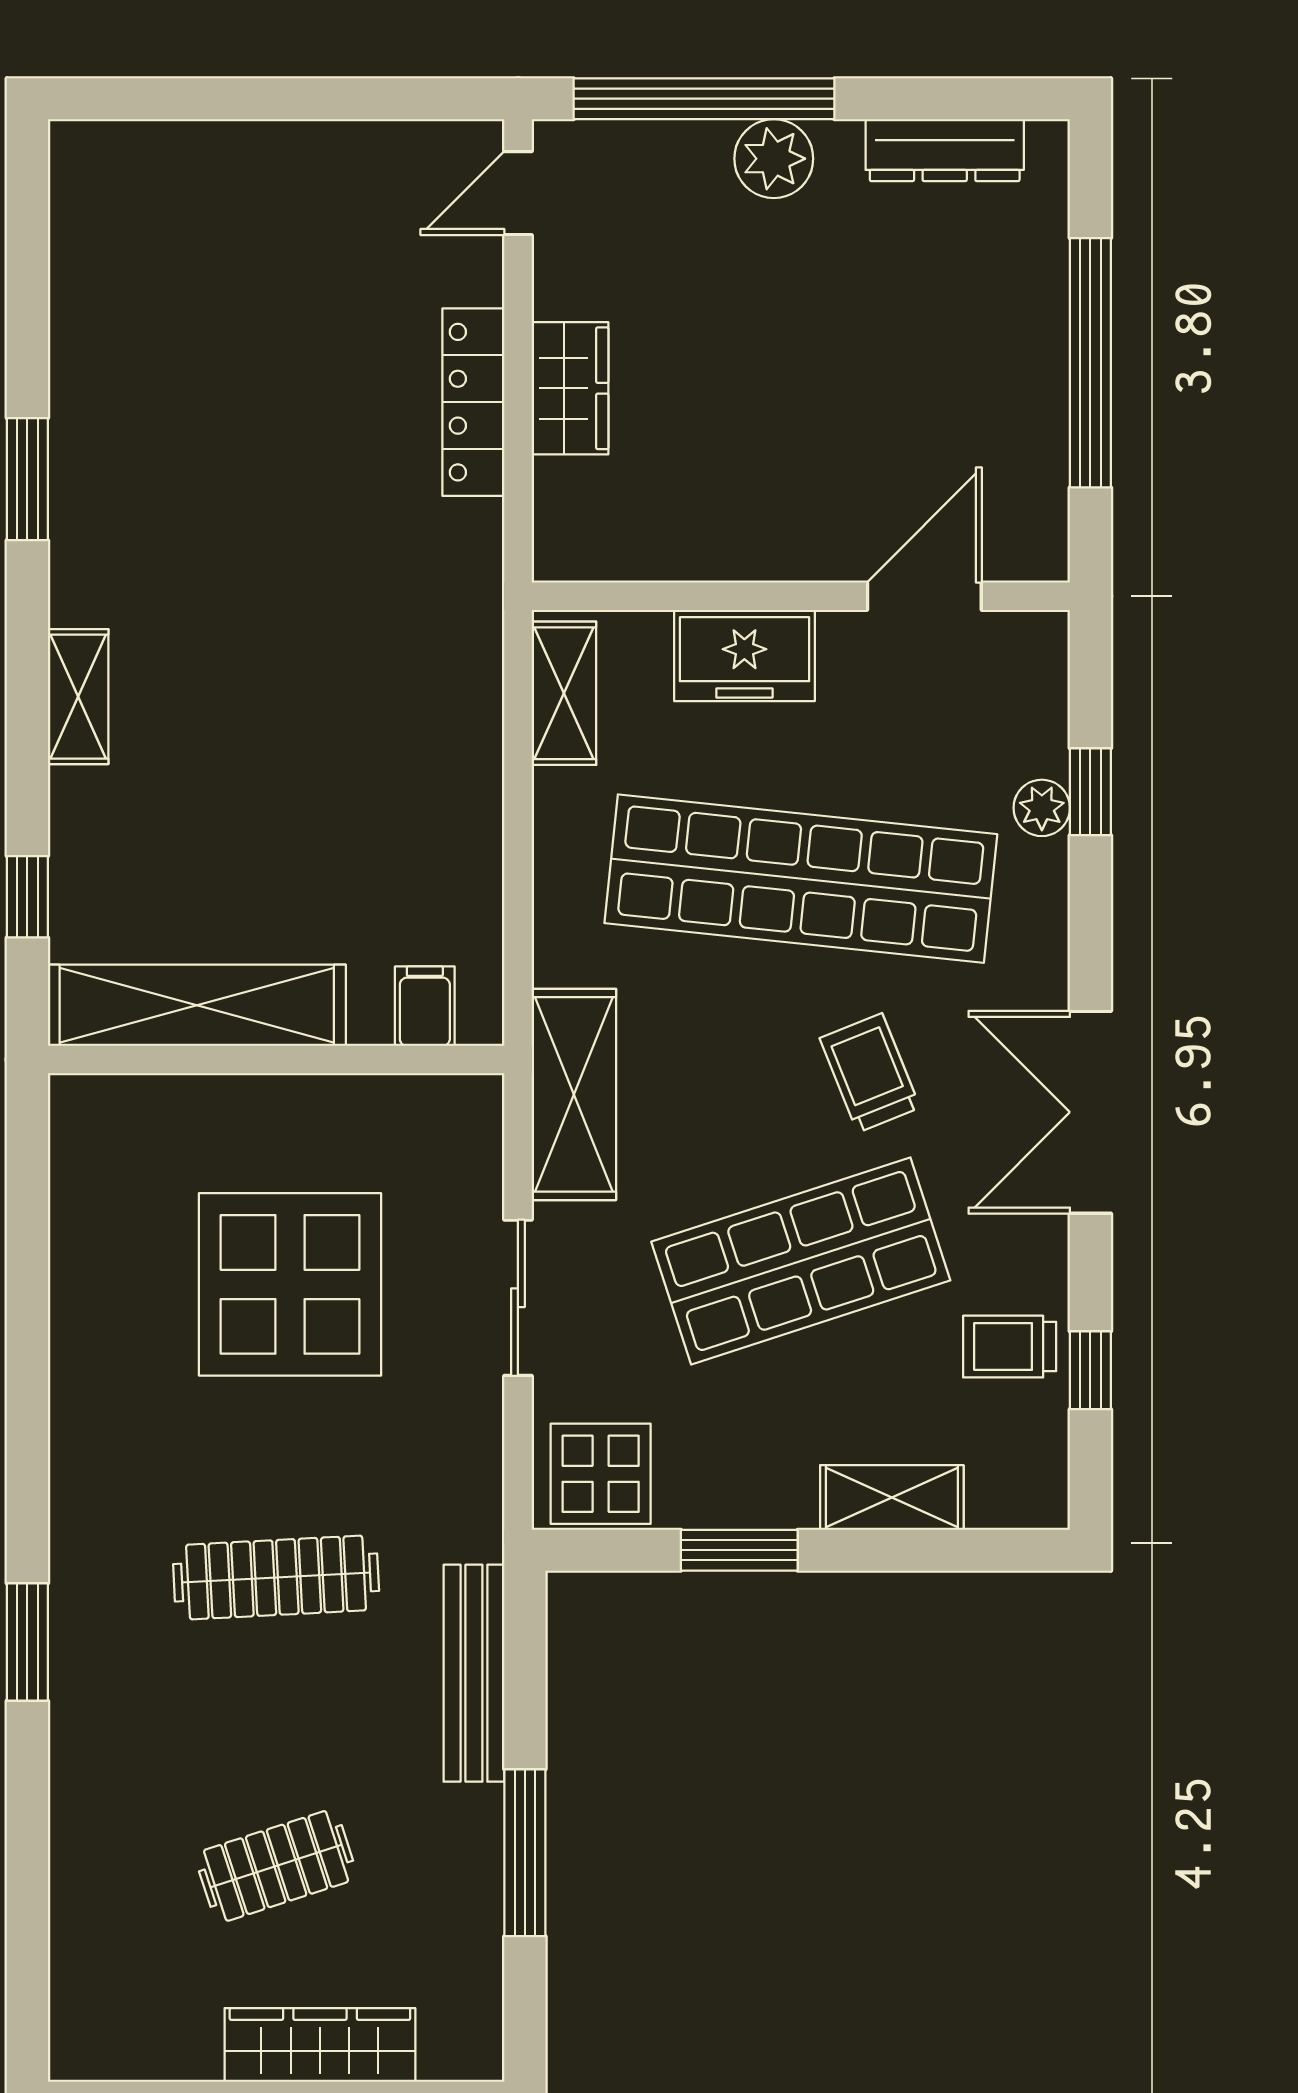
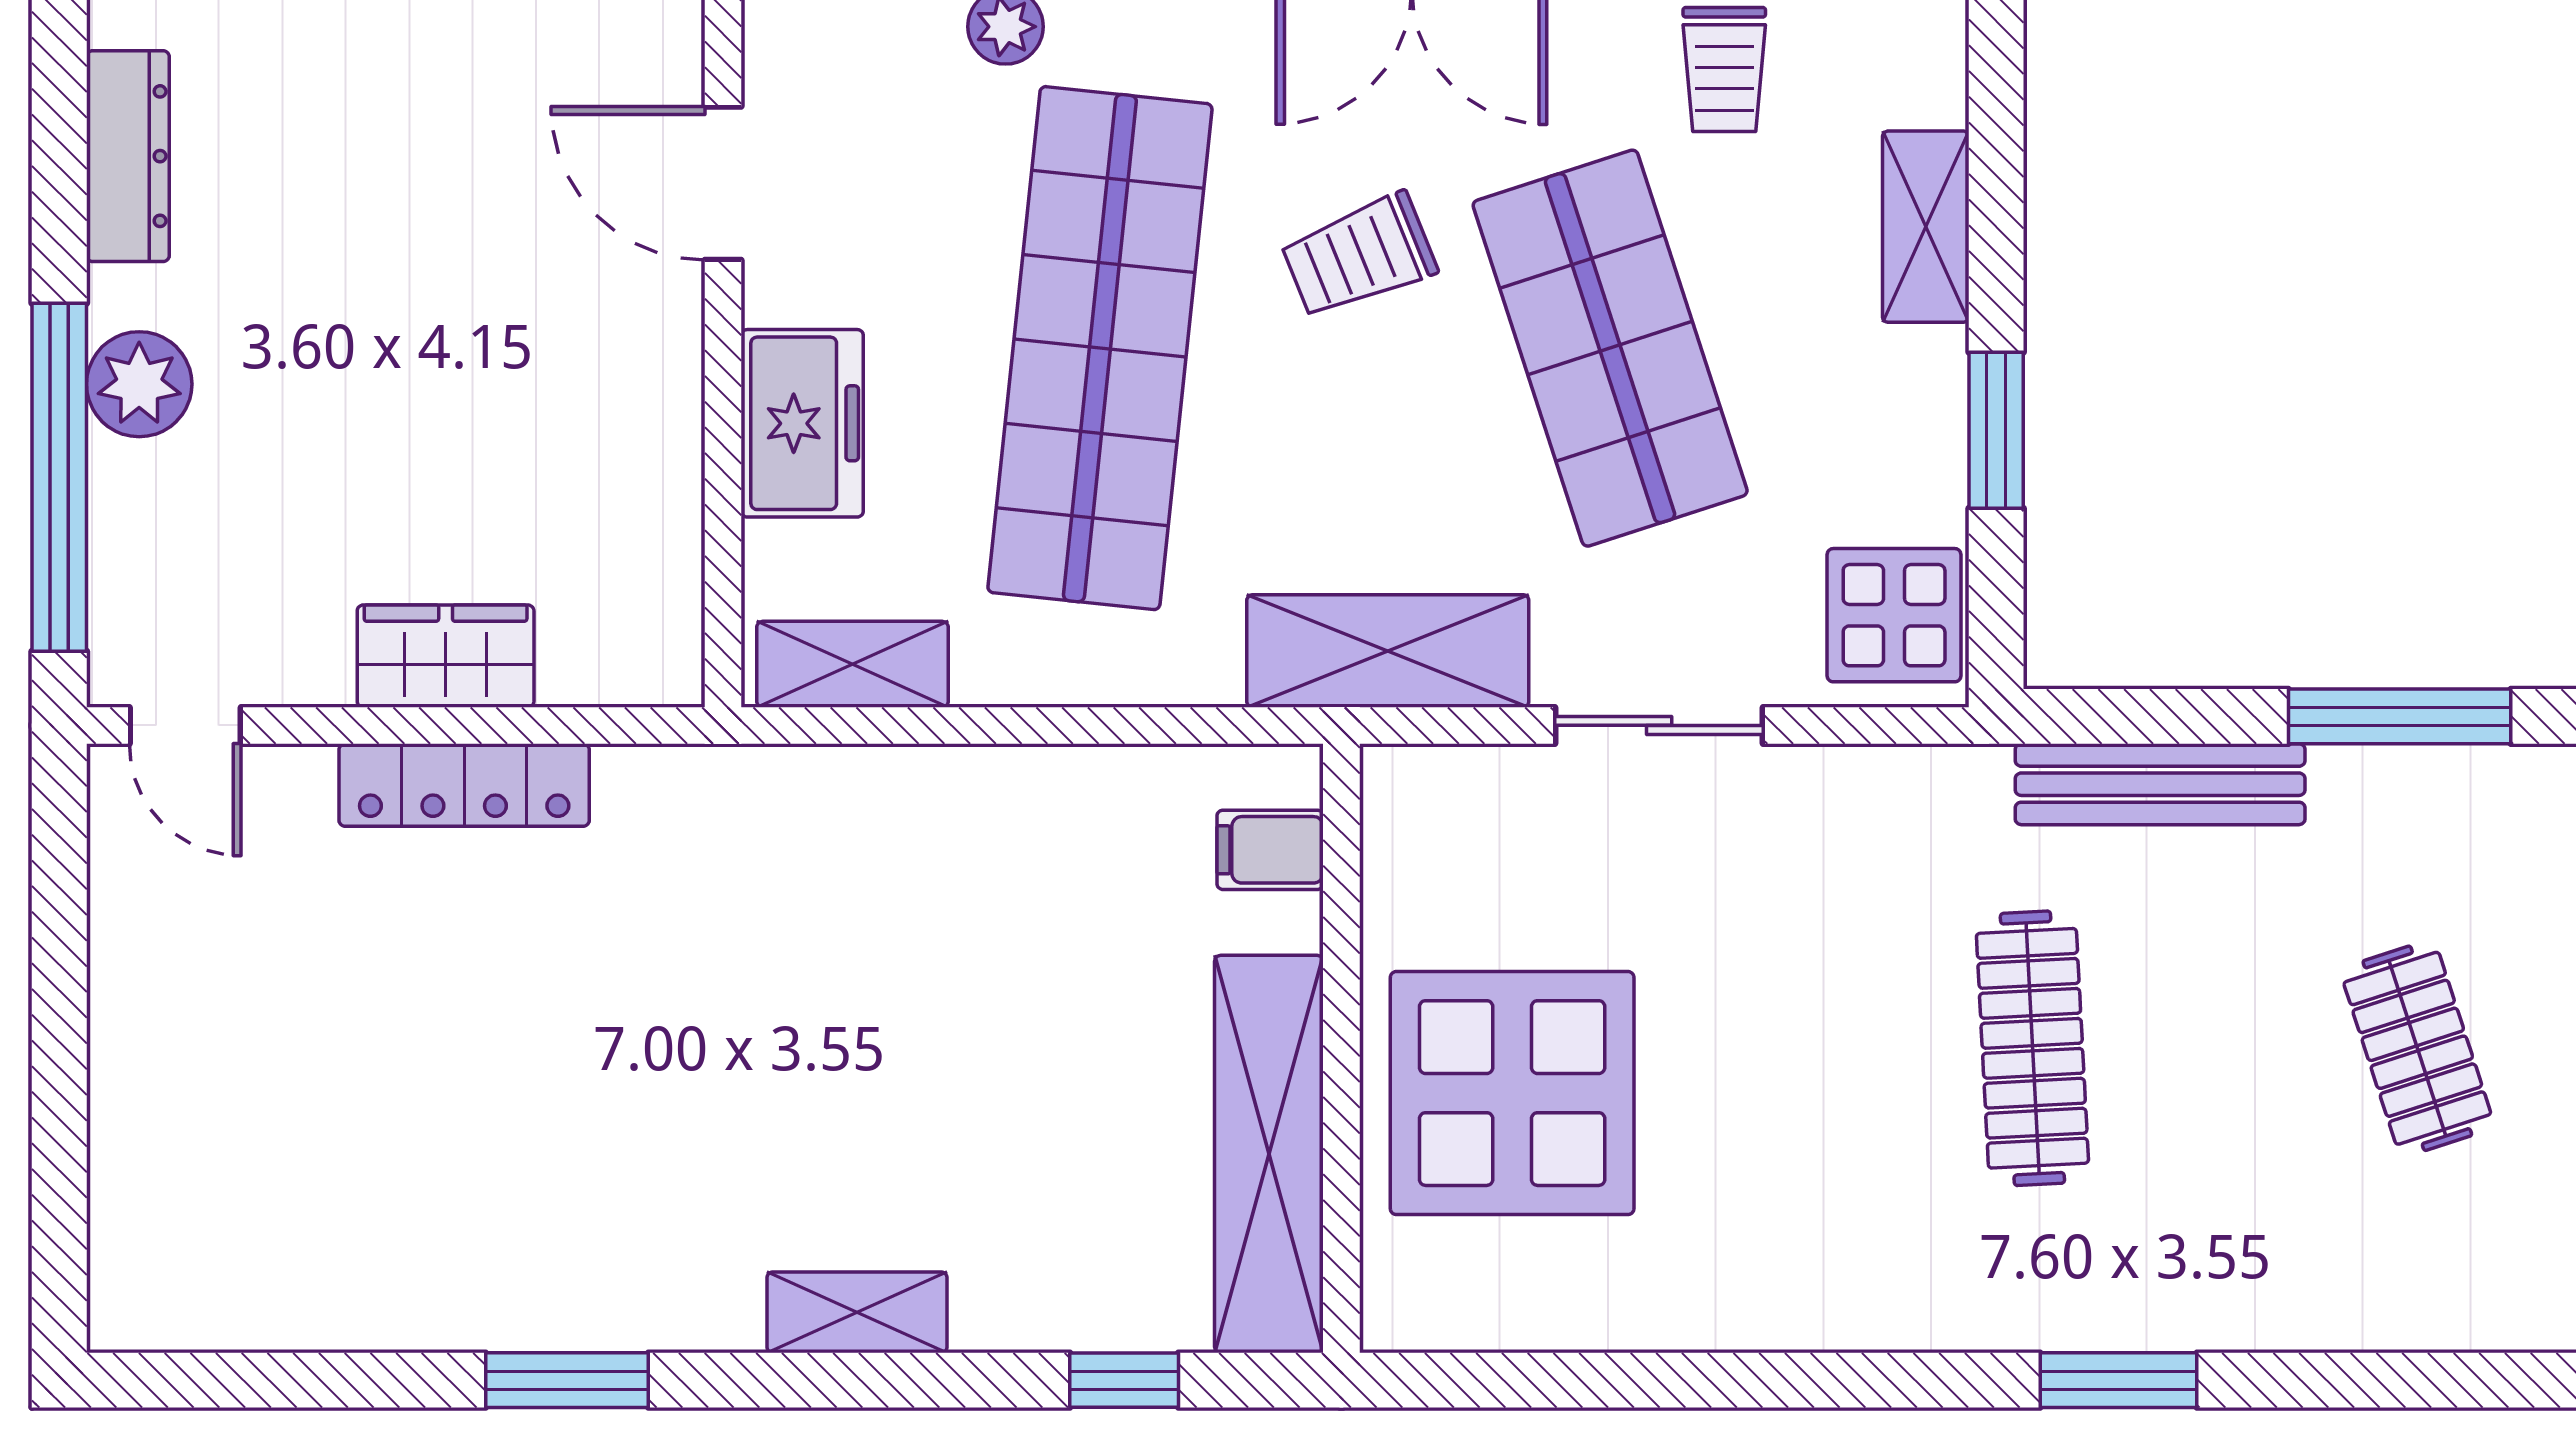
display table: (290, 1284) -> (1512, 1093), moved

